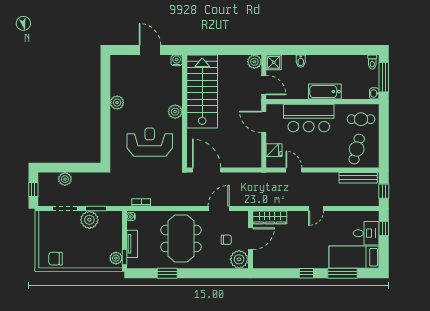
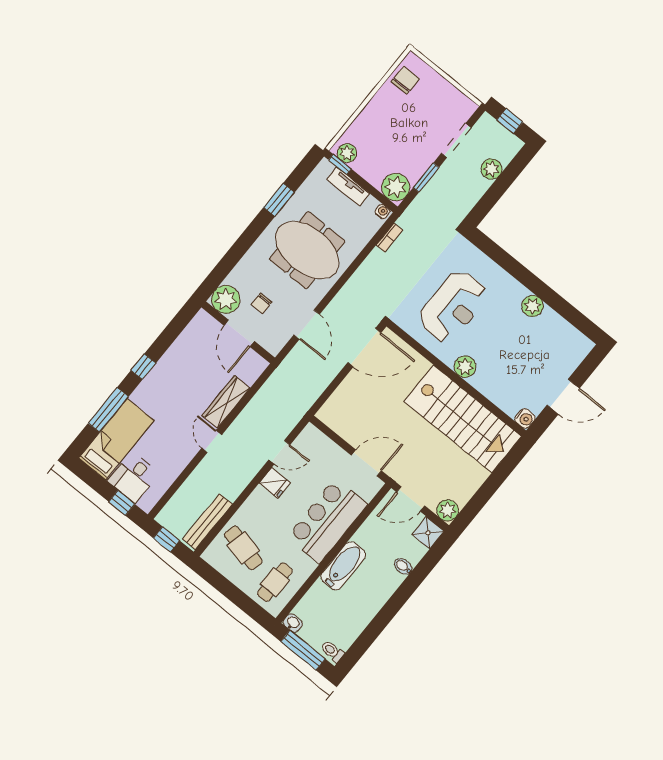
fridge: (274, 150) -> (275, 483), moved, turned -90
wardrobe: (270, 217) -> (226, 402), moved
plant: (89, 220) -> (396, 187), moved

